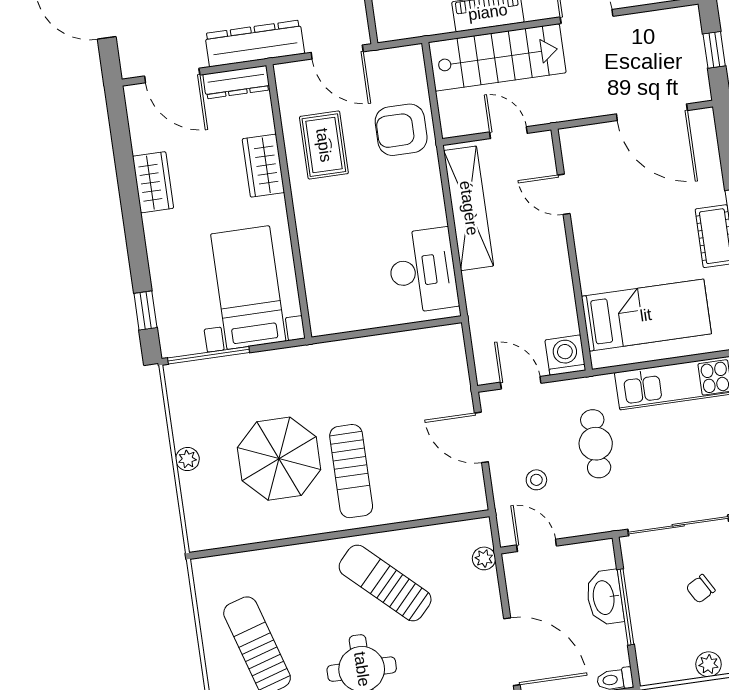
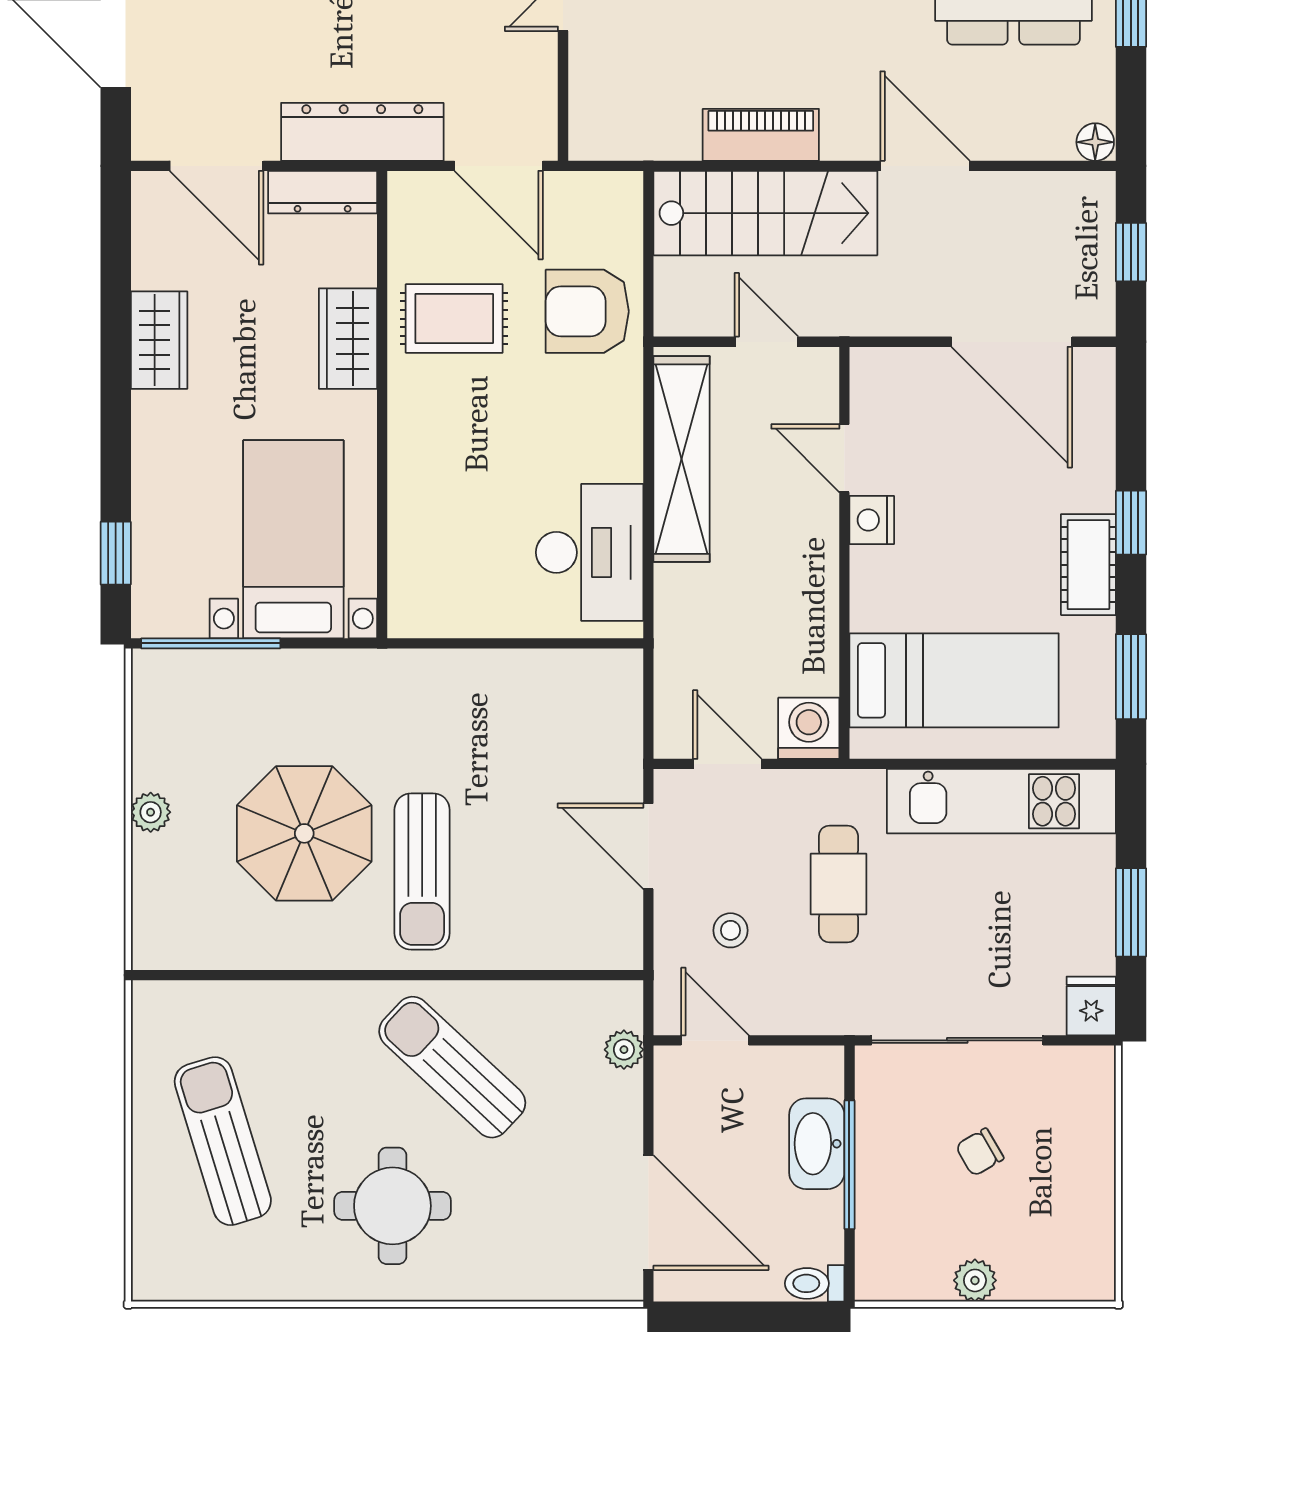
rug: (324, 145) -> (454, 319), turned 90
nightstand: (585, 228) -> (872, 520), added

